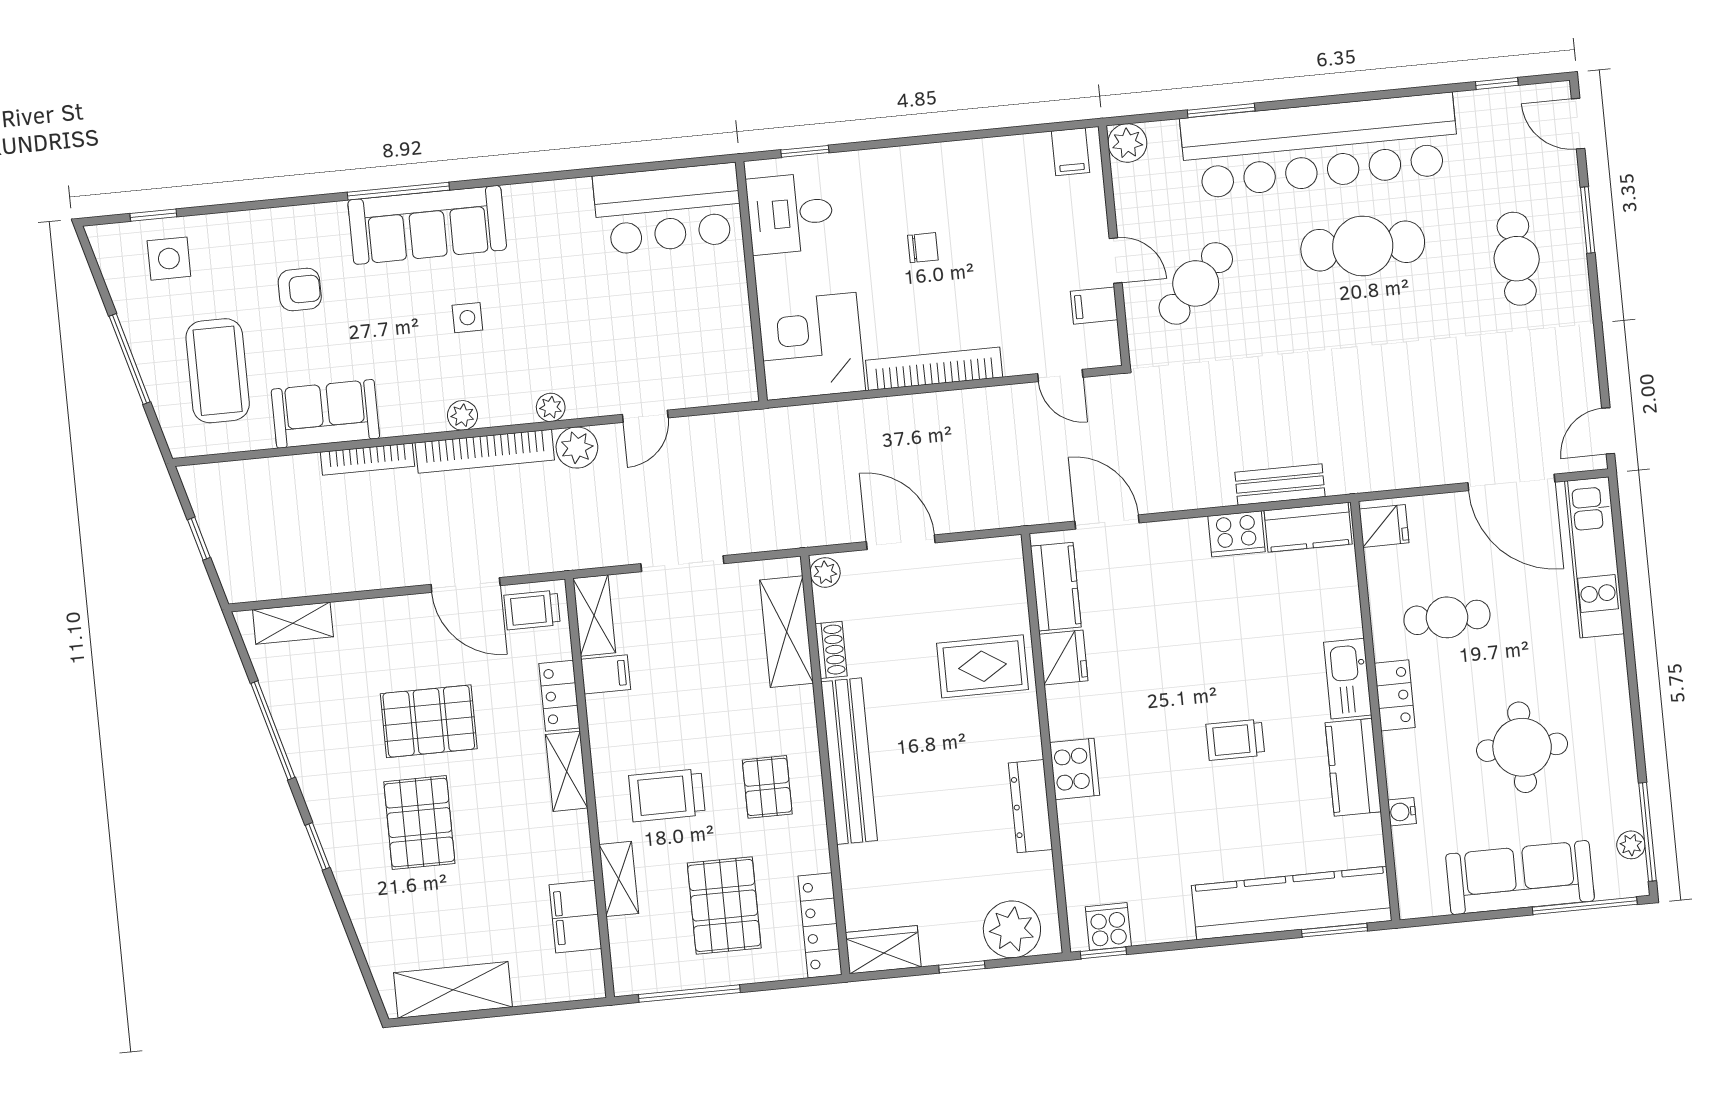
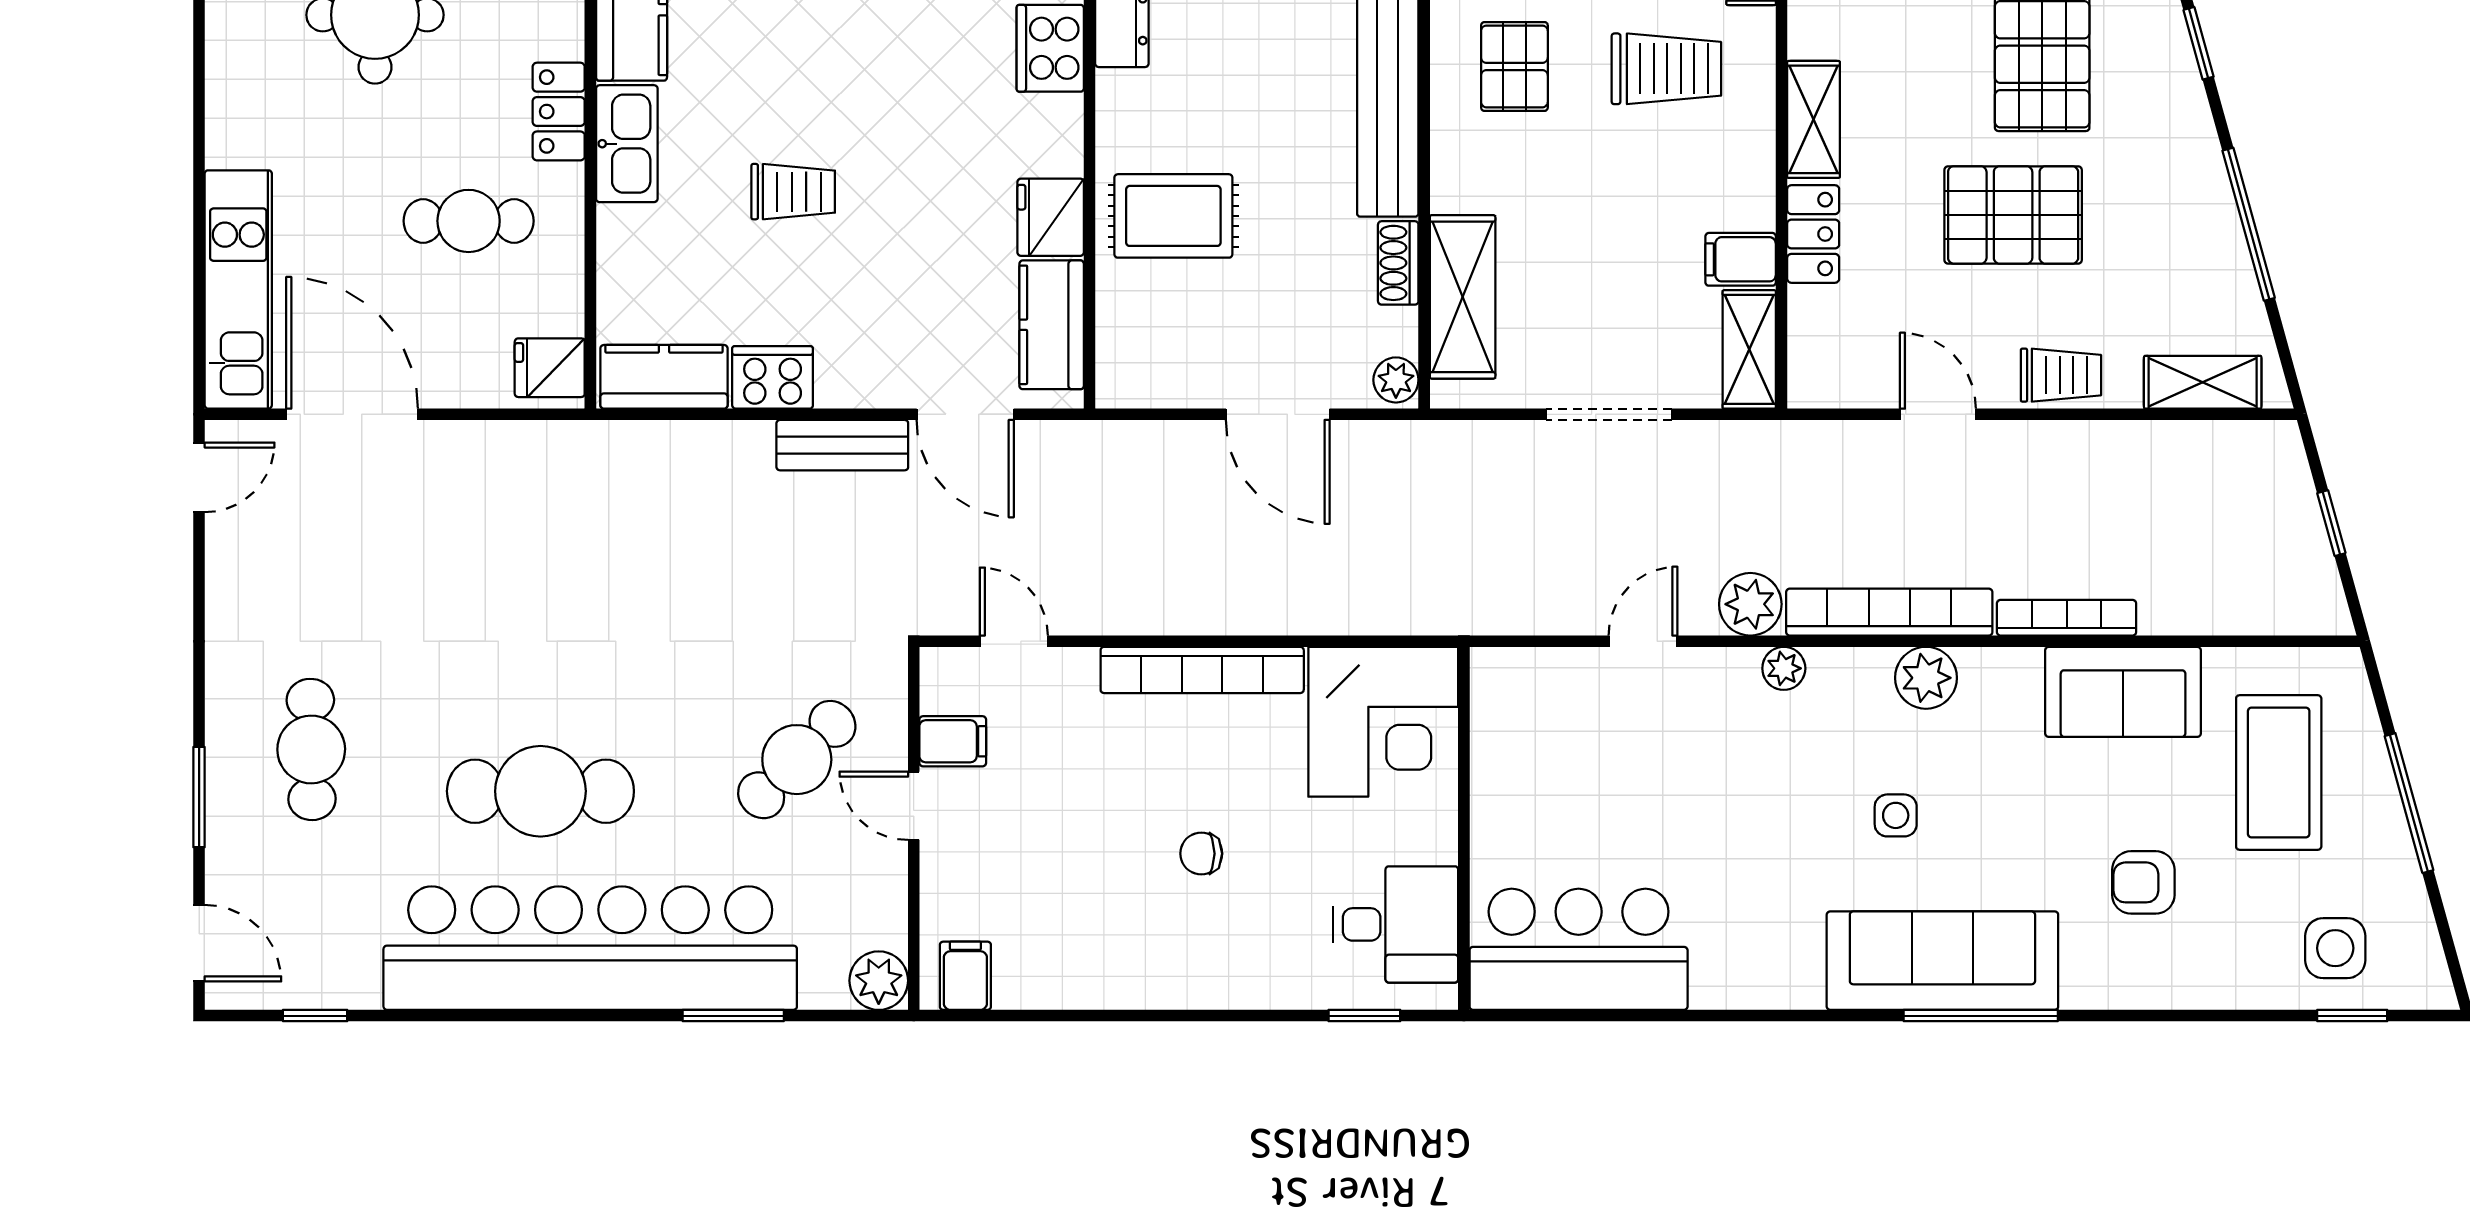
plant: (462, 415) -> (1926, 678), width x1.38, depth x1.38
bench: (1280, 485) -> (842, 445), moved
door: (466, 585) -> (1938, 414), width x0.73
trolley: (532, 610) -> (2061, 375), moved
trolley: (1235, 740) -> (793, 192), moved

